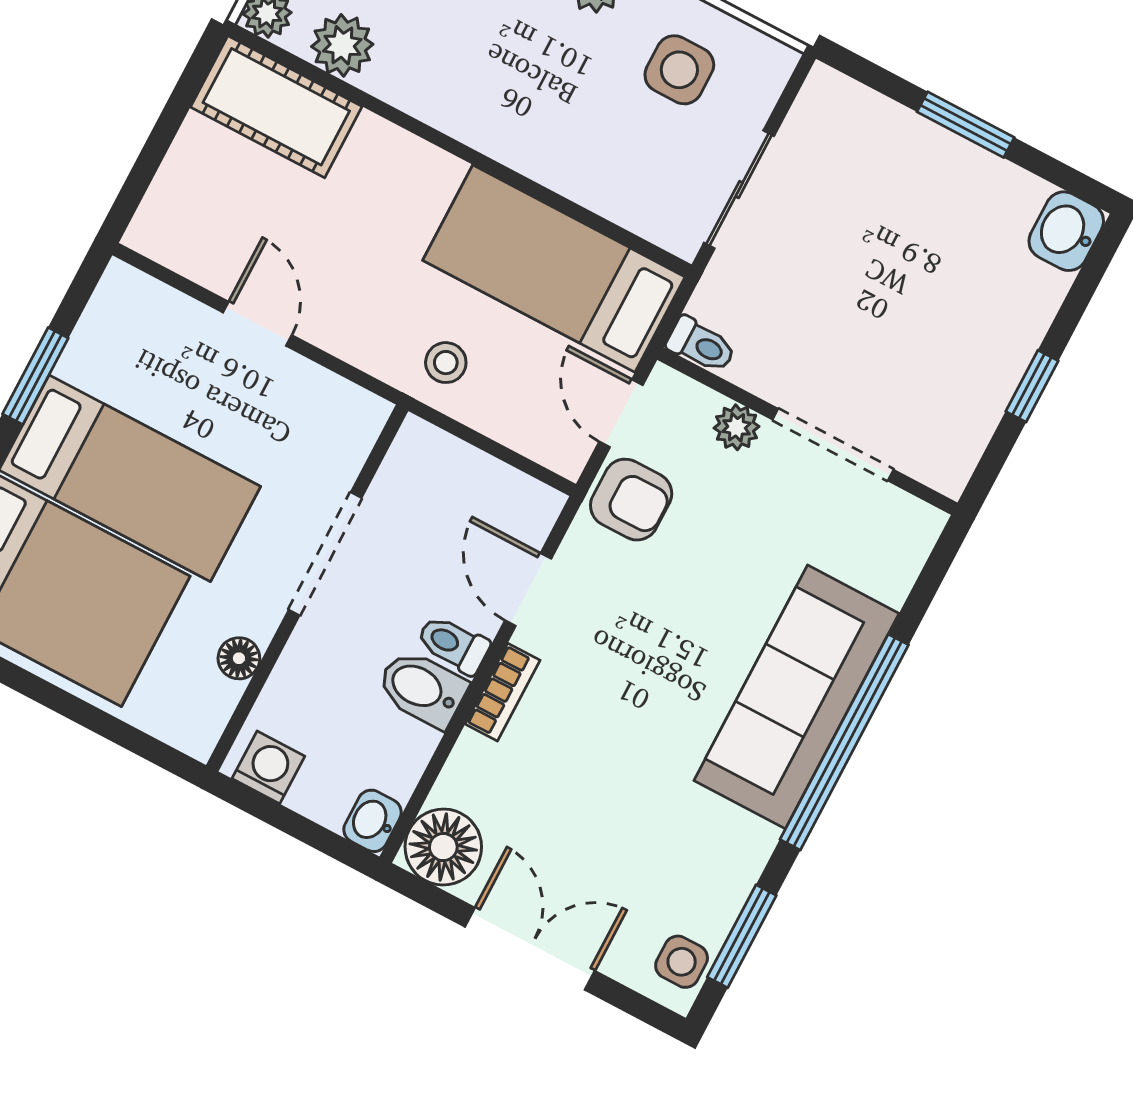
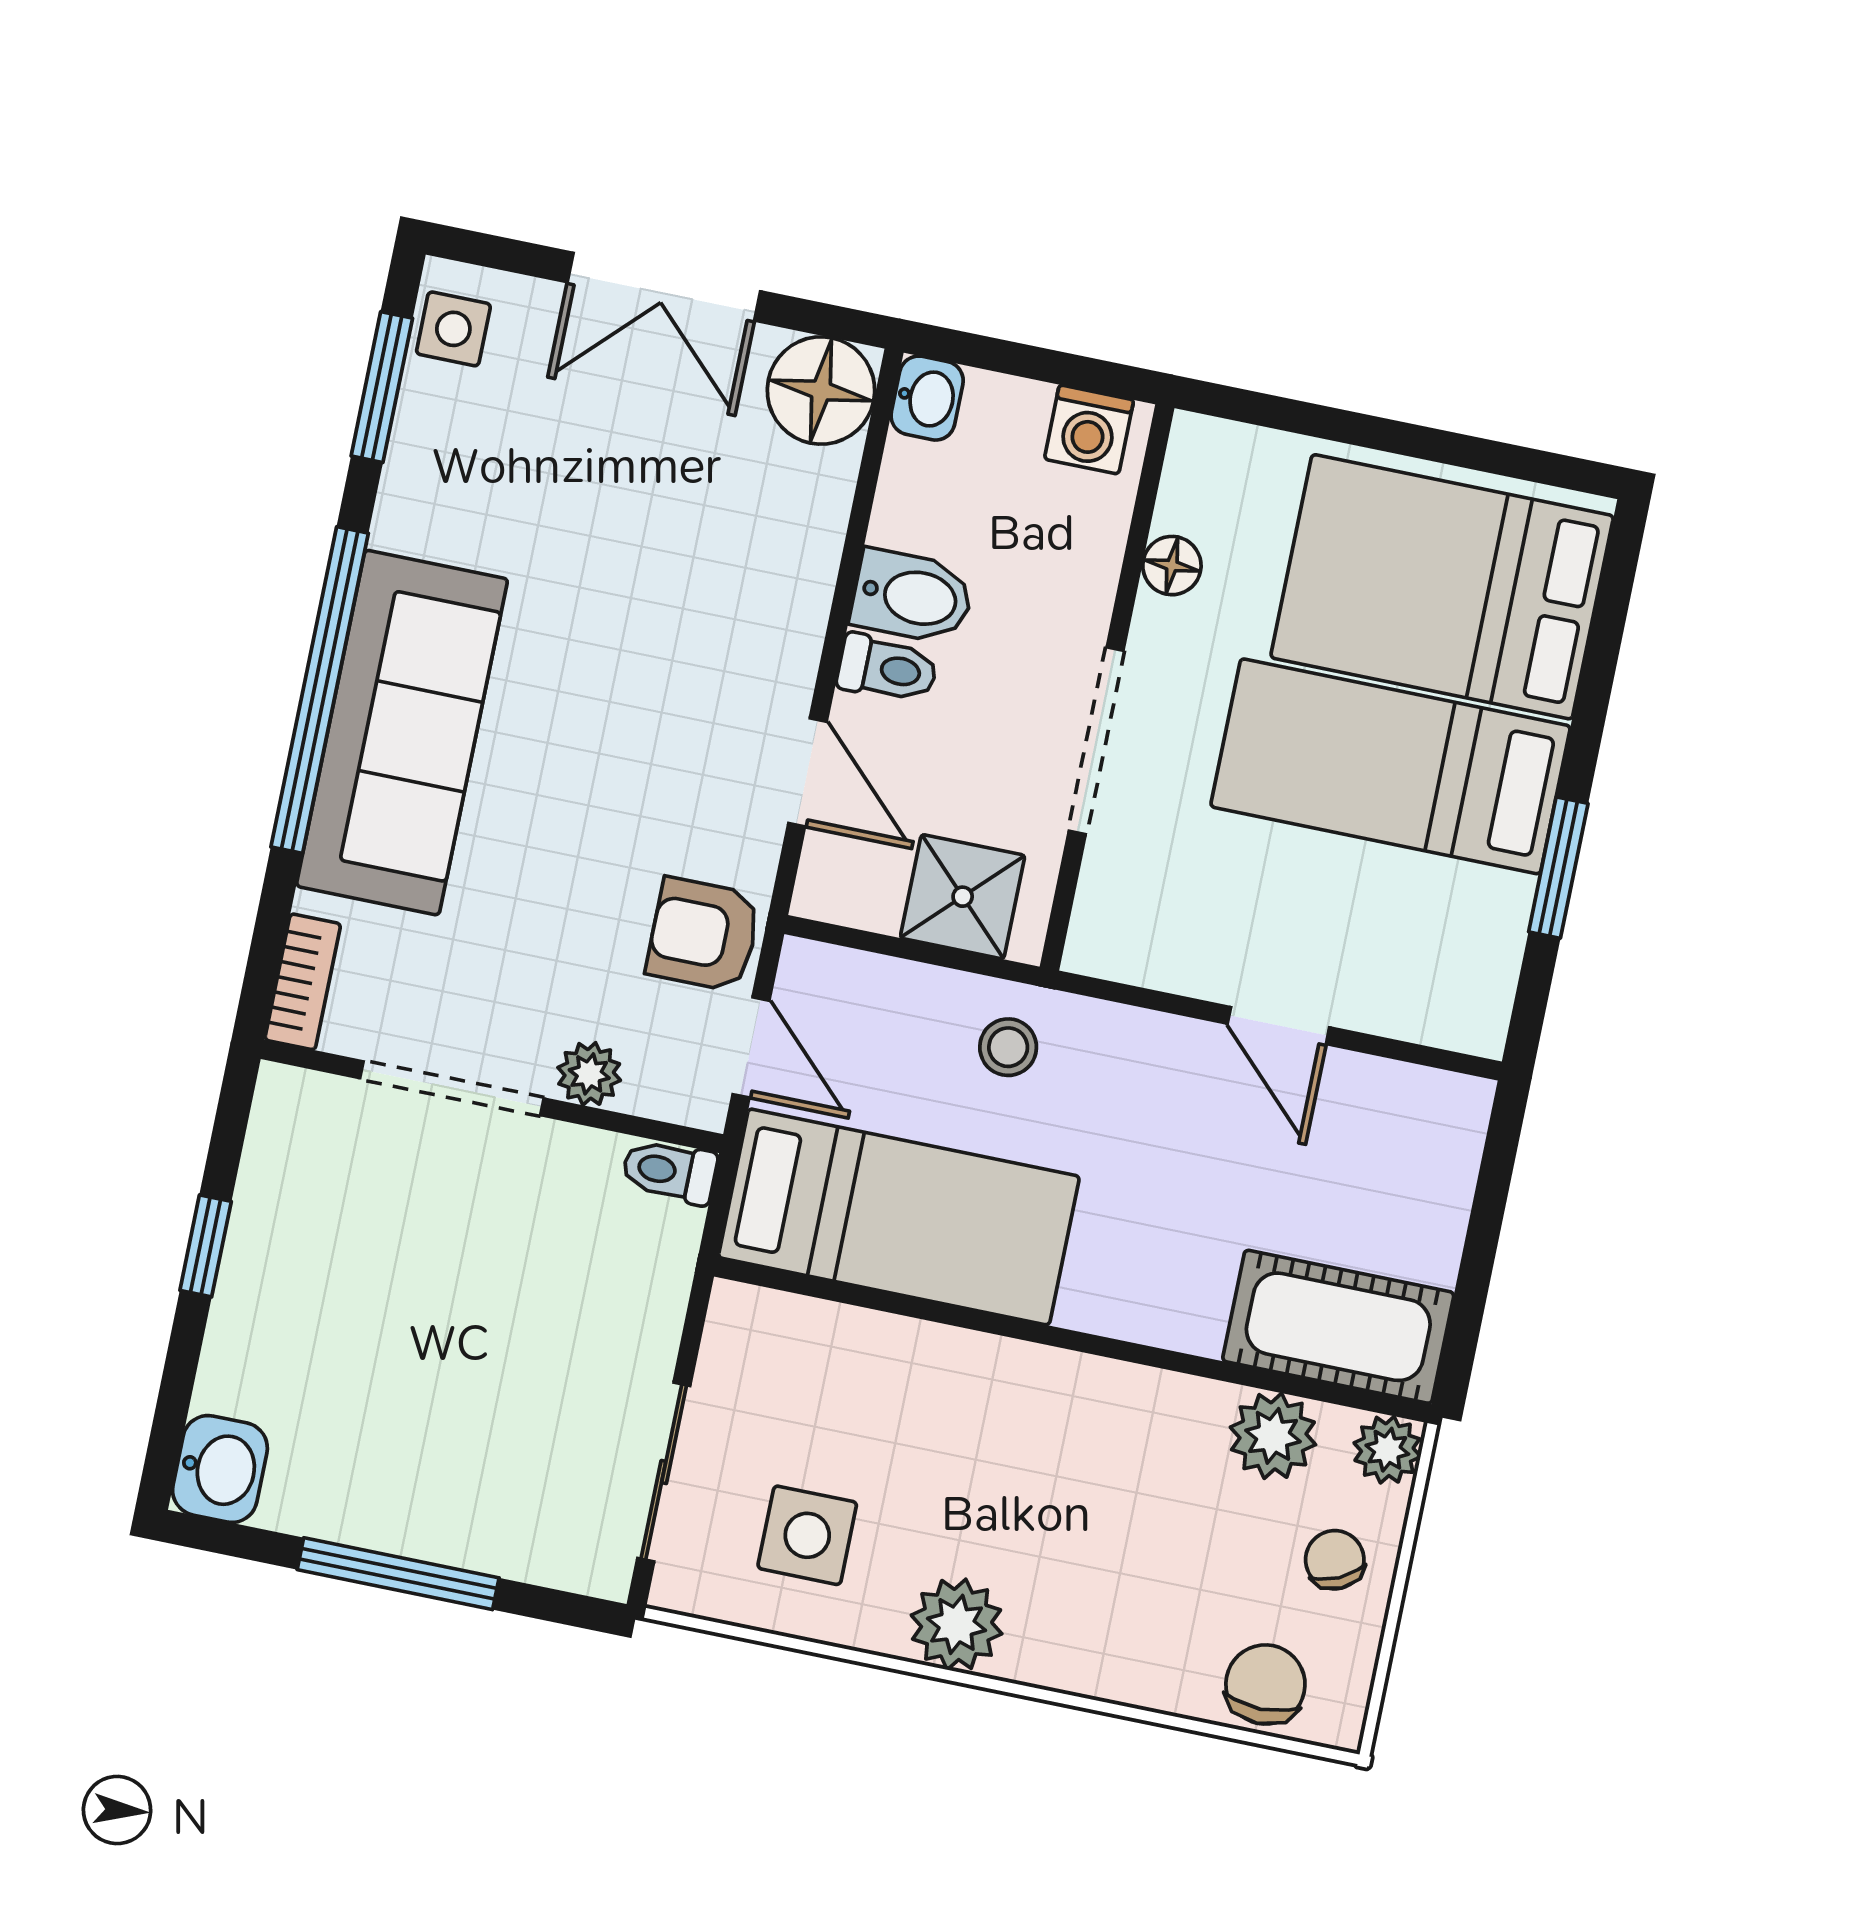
window: (966, 125) -> (398, 1574), width x1.44
sliding door: (739, 190) -> (664, 1472), moved
shower: (447, 474) -> (963, 897), added
bookcase: (503, 692) -> (303, 982), moved, turned 180

